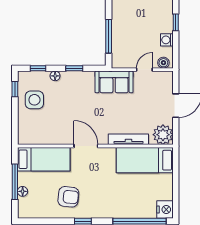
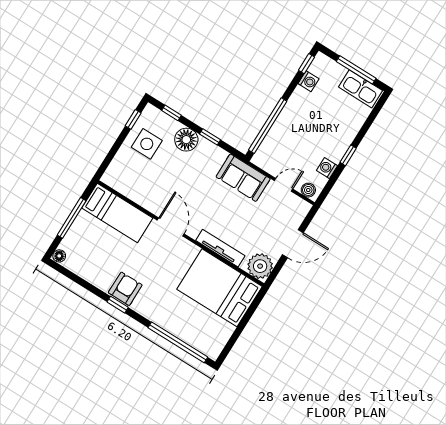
window: (109, 36) -> (268, 126), width x1.46
floor lamp: (55, 76) -> (186, 140), width x1.89, depth x1.89
bed: (145, 160) -> (220, 288), width x1.50
floor lamp: (23, 191) -> (59, 256), moved
armchair: (68, 197) -> (125, 289), moved, turned -96
nightstand: (165, 210) -> (213, 347), removed

